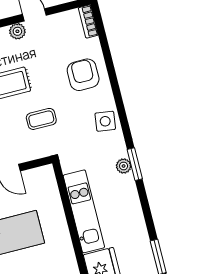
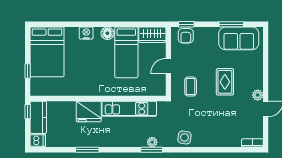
armchair: (83, 75) -> (218, 131), removed
coffee table: (41, 119) -> (191, 87), moved

